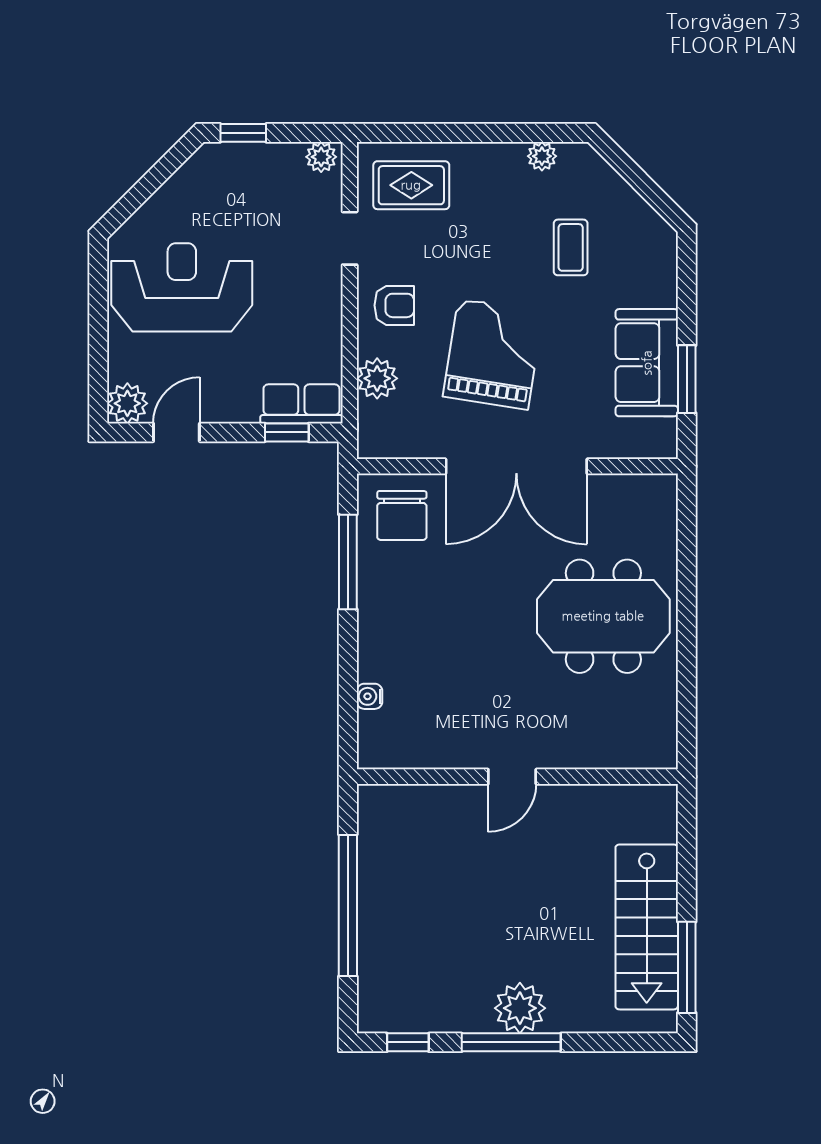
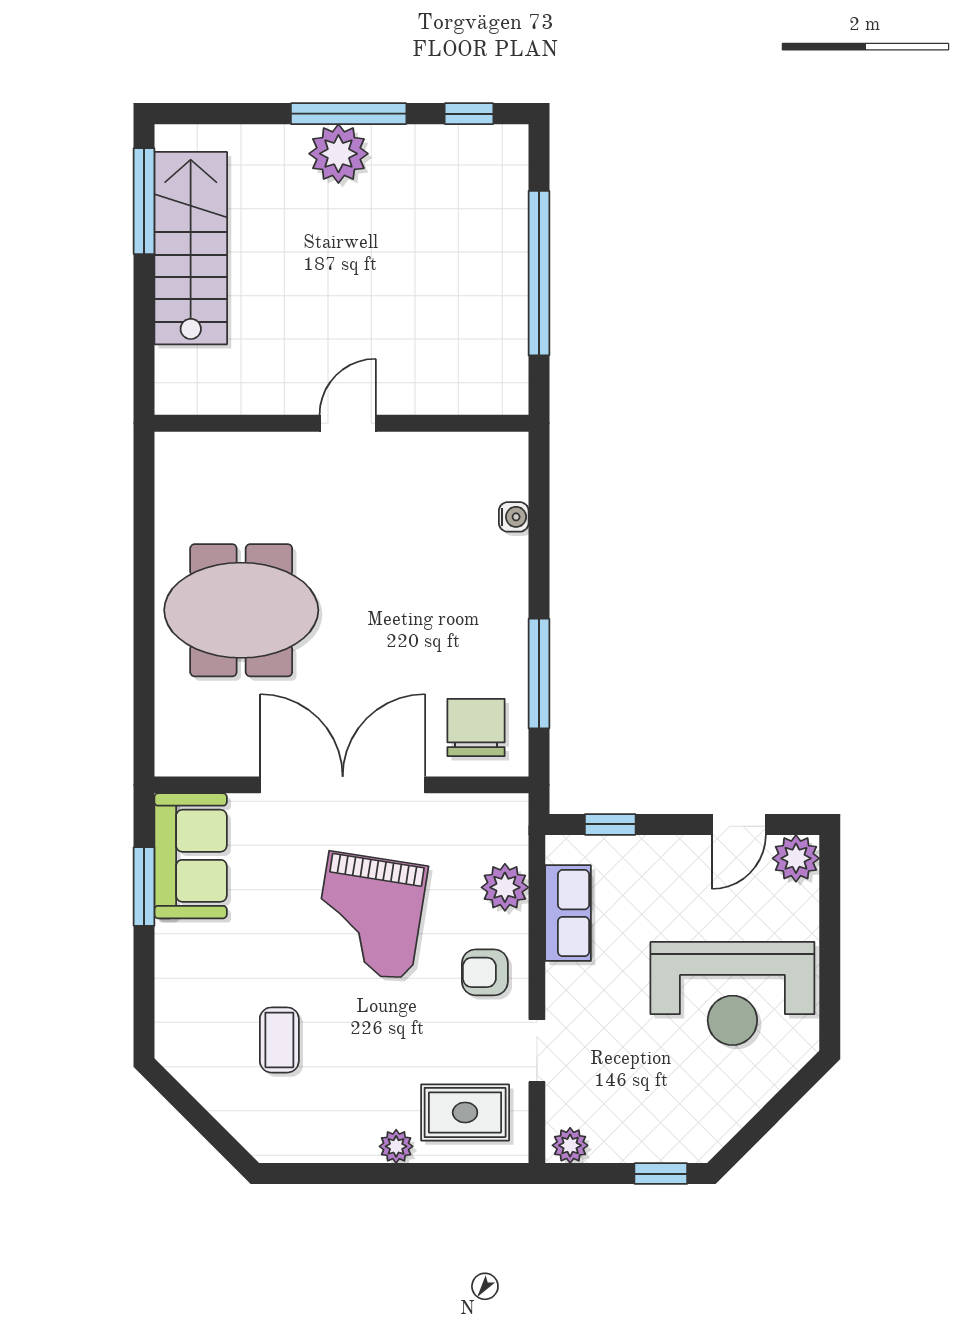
plant: (542, 156) -> (396, 1146), moved
sofa: (647, 363) -> (191, 856), moved
row of seats: (301, 404) -> (568, 913), moved, turned -90

